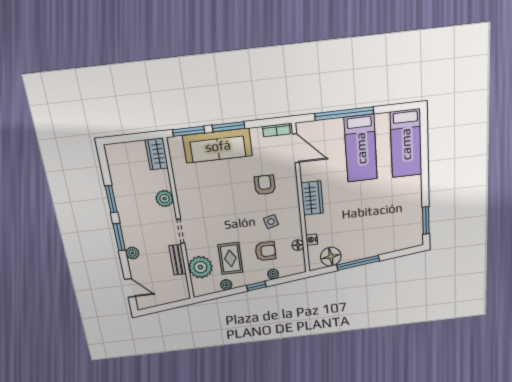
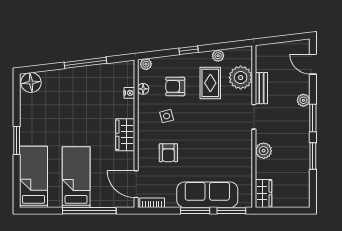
window: (426, 221) -> (17, 140), moved
floor lamp: (331, 257) -> (31, 83), moved
plant: (273, 274) -> (146, 64), moved

